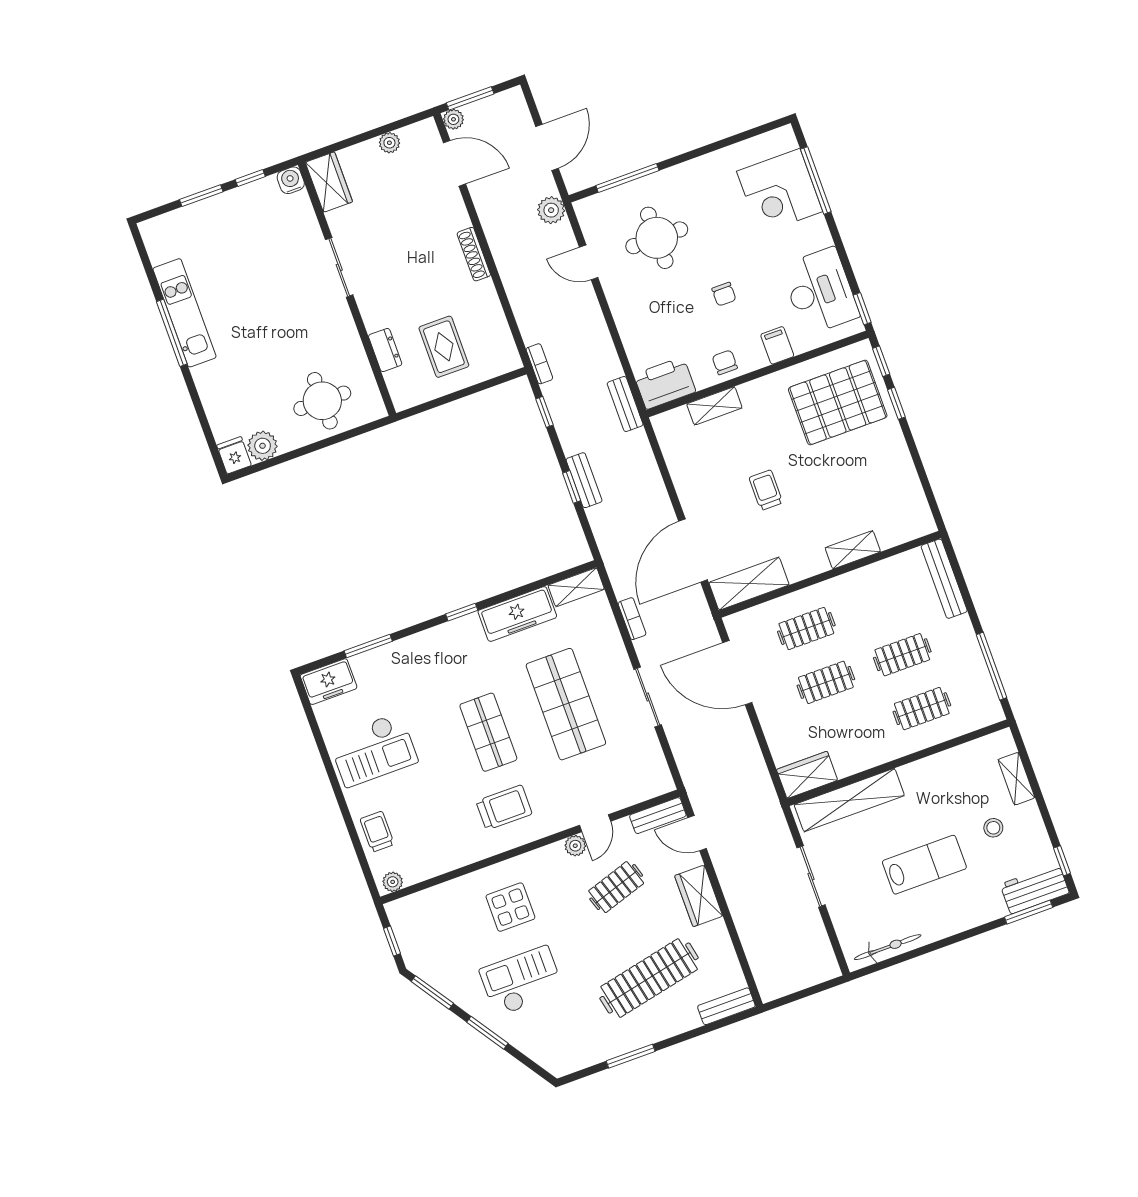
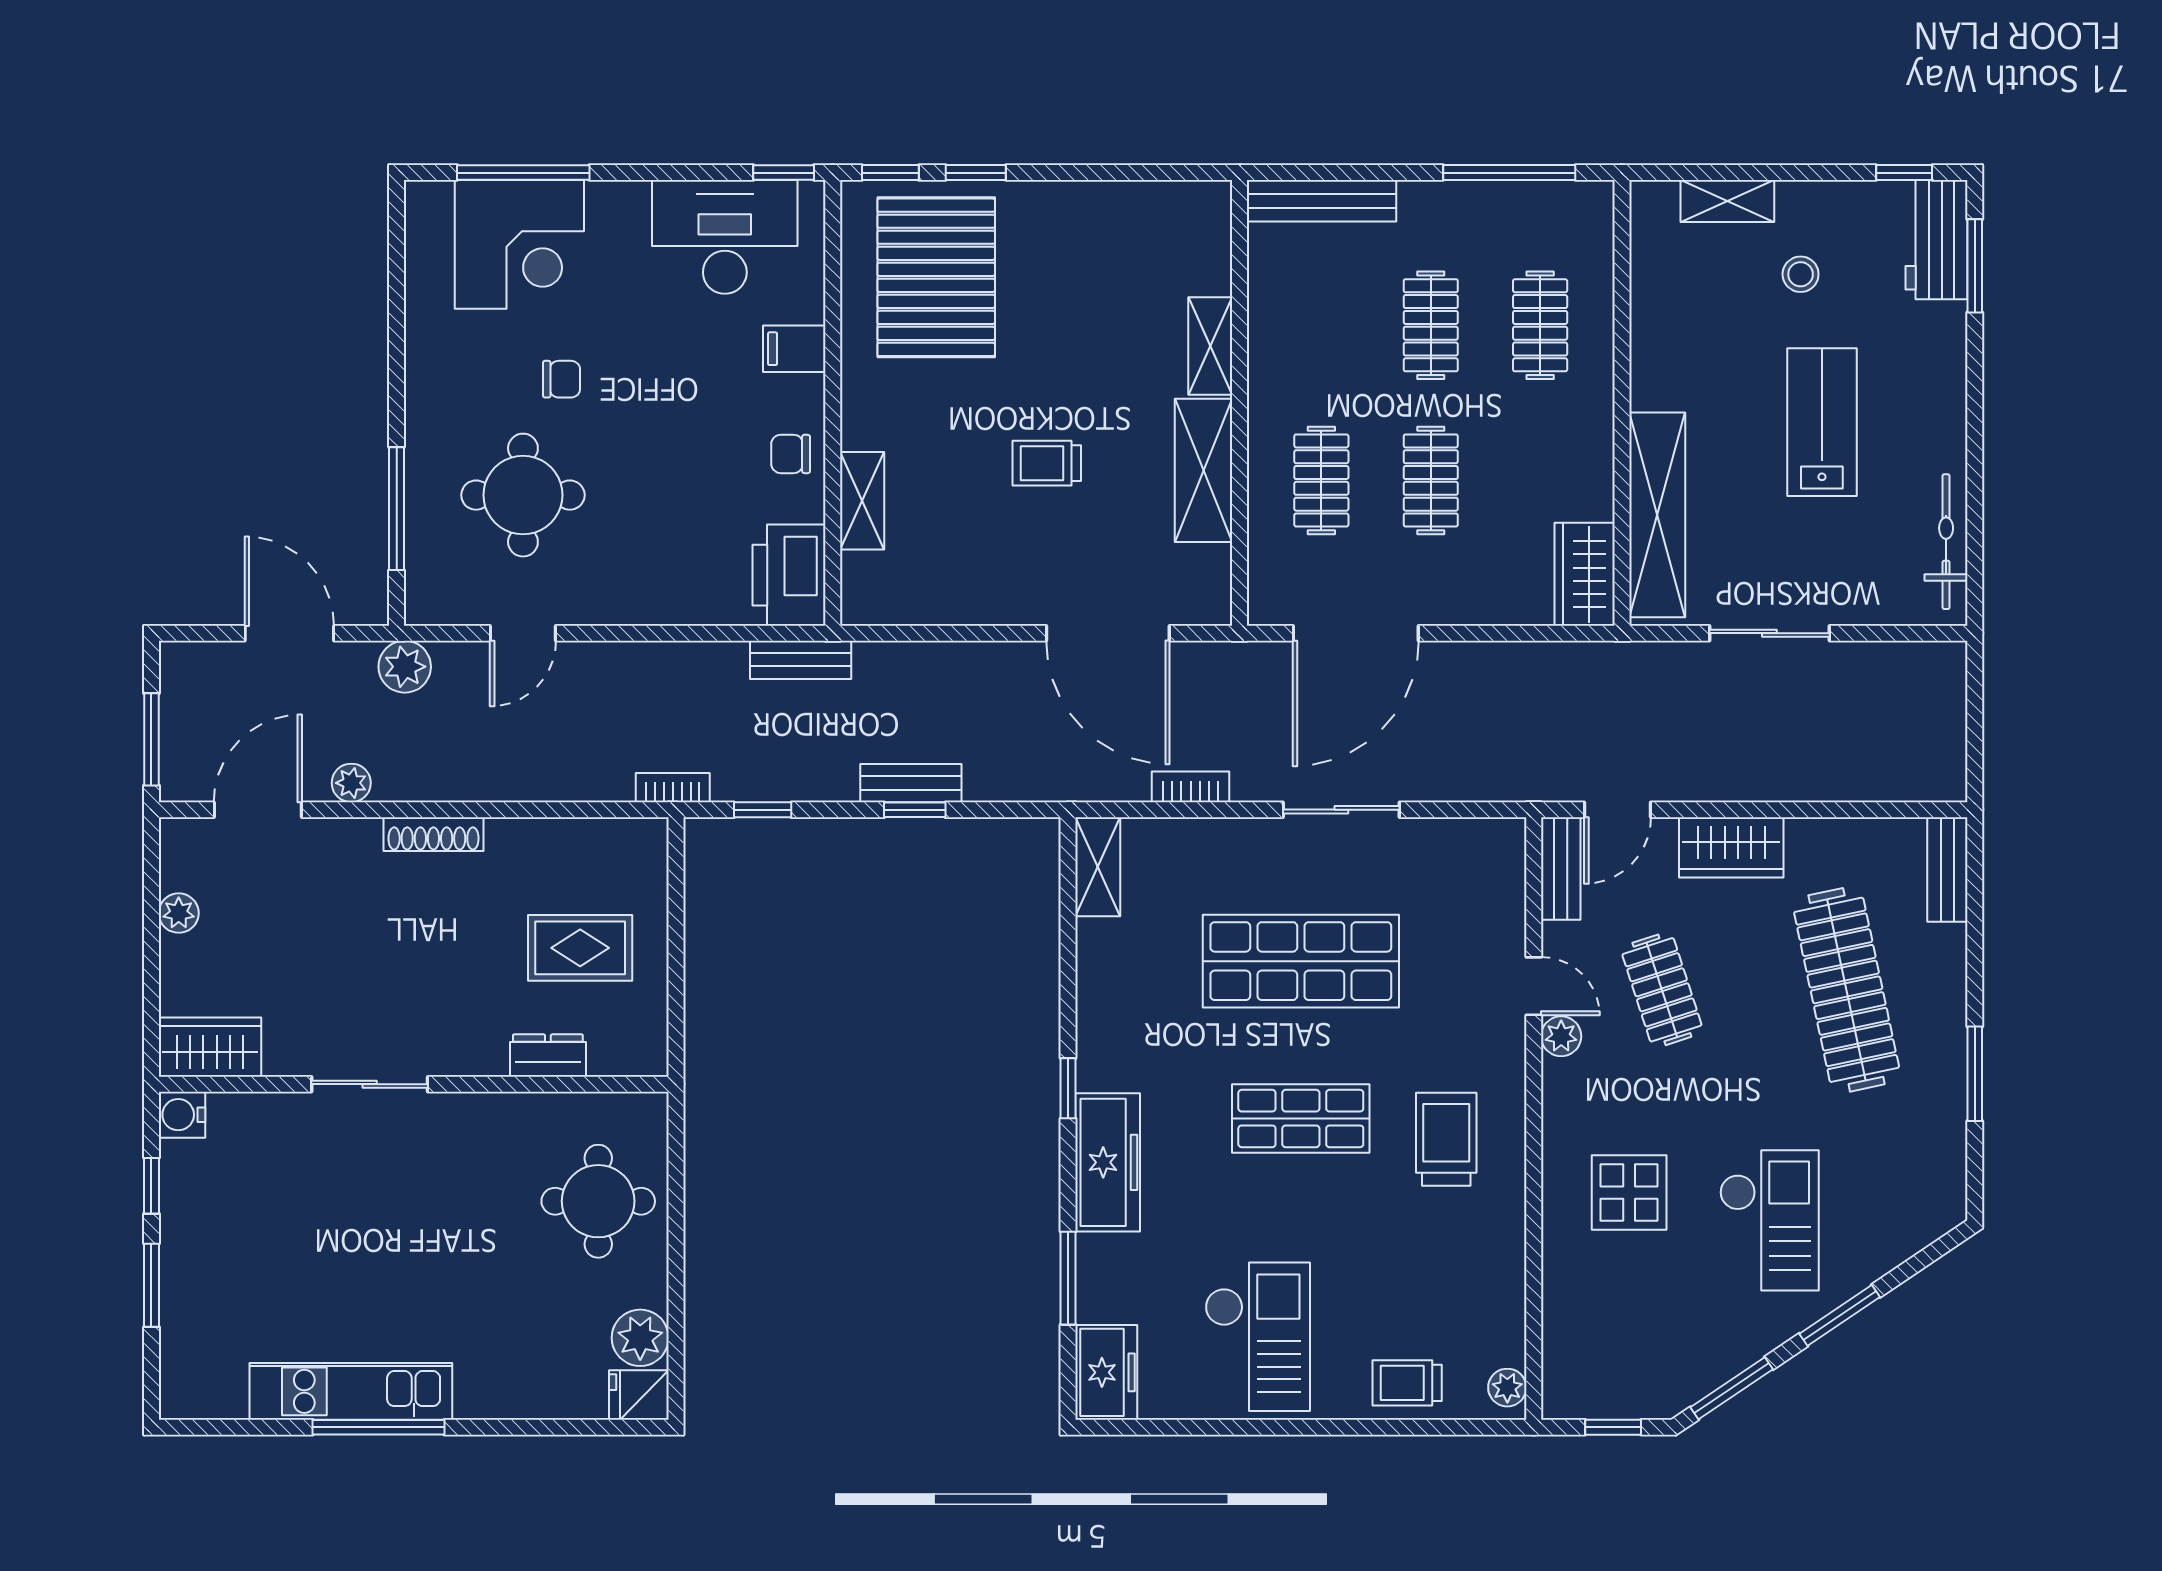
plant: (453, 119) -> (351, 783), moved
chair: (724, 294) -> (562, 379), moved
shelving: (749, 584) -> (1204, 470), moved
freezer: (517, 614) -> (1108, 1162), moved
checkout: (522, 981) -> (1769, 1220), turned 180

